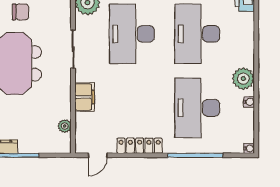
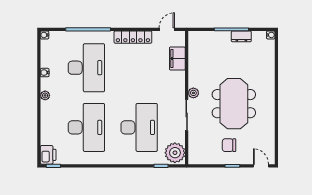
plant: (243, 79) -> (45, 95), width x0.53, depth x0.53
filing cabinet: (85, 97) -> (177, 59), moved
plant: (65, 126) -> (193, 93), moved

